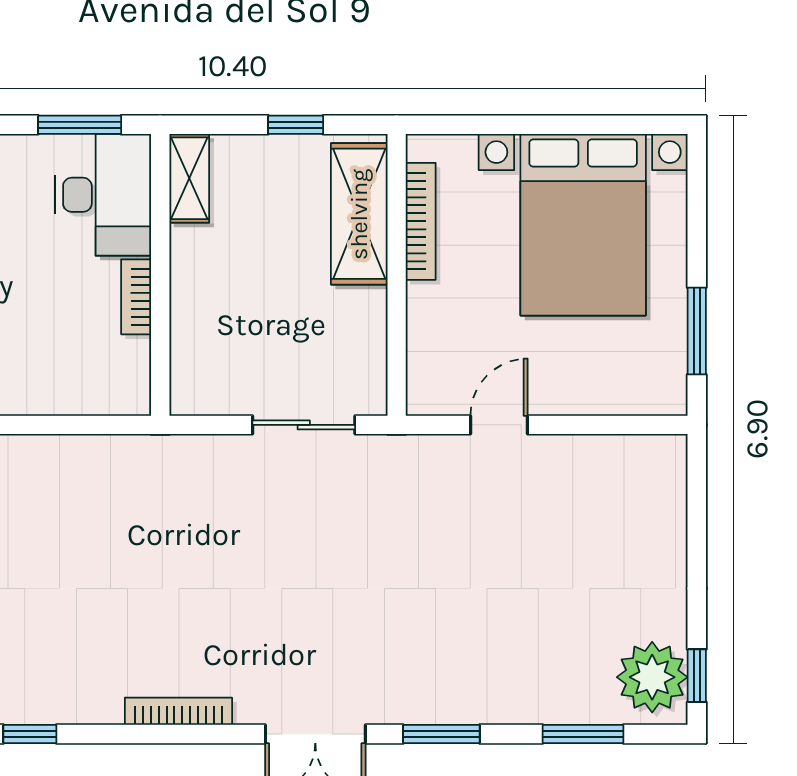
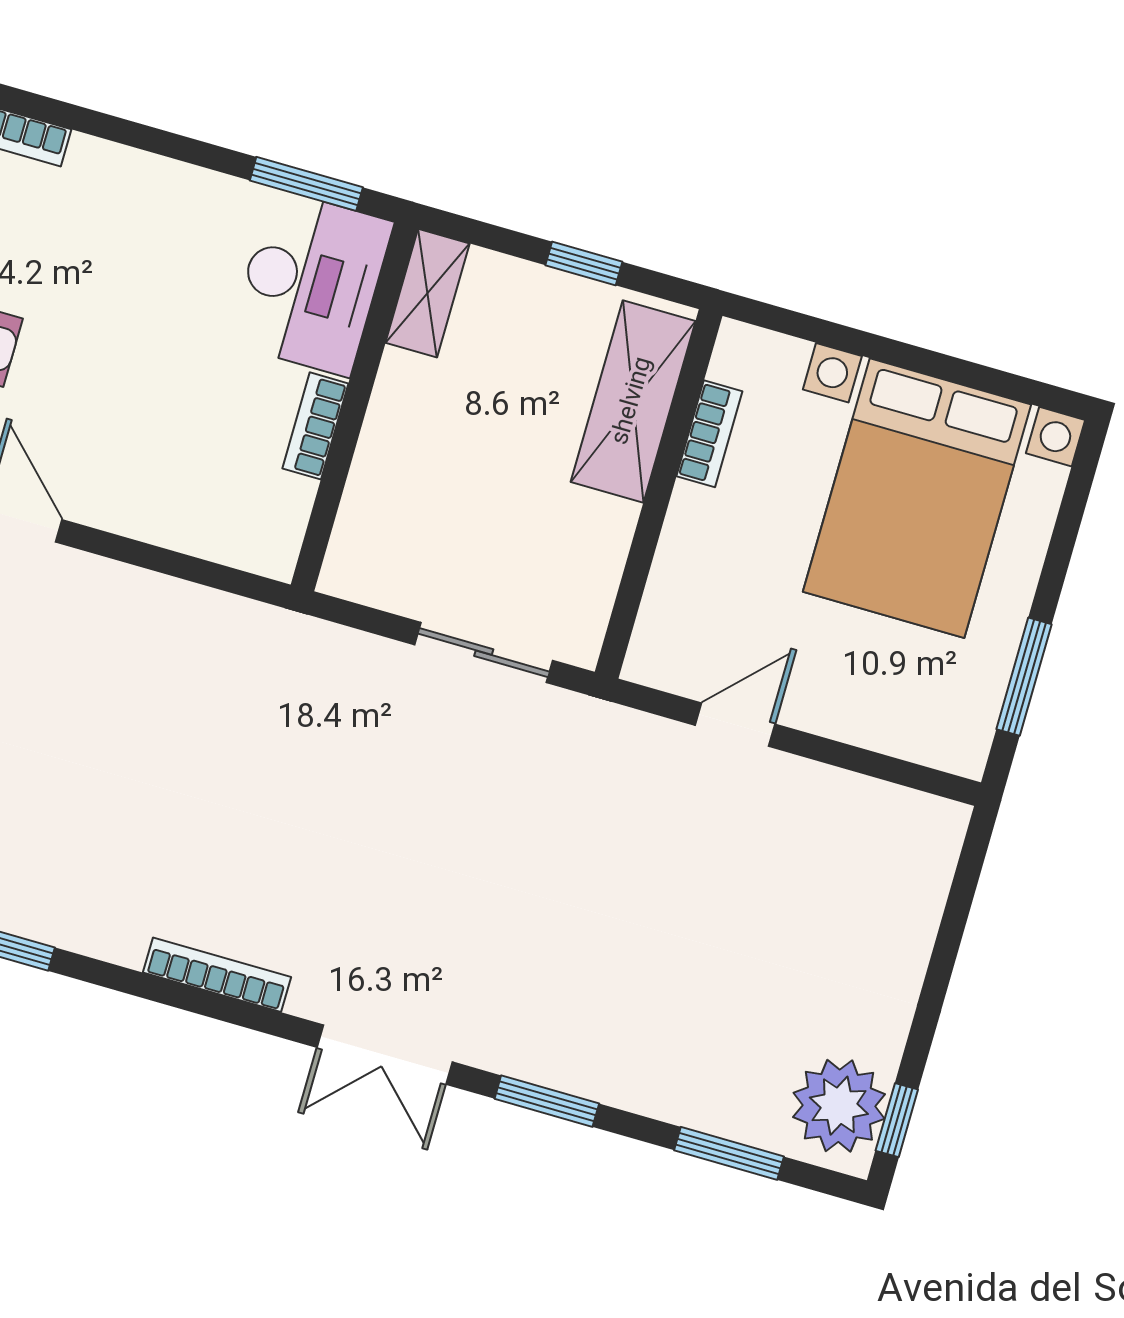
bookcase: (421, 221) -> (709, 434), width x0.64

